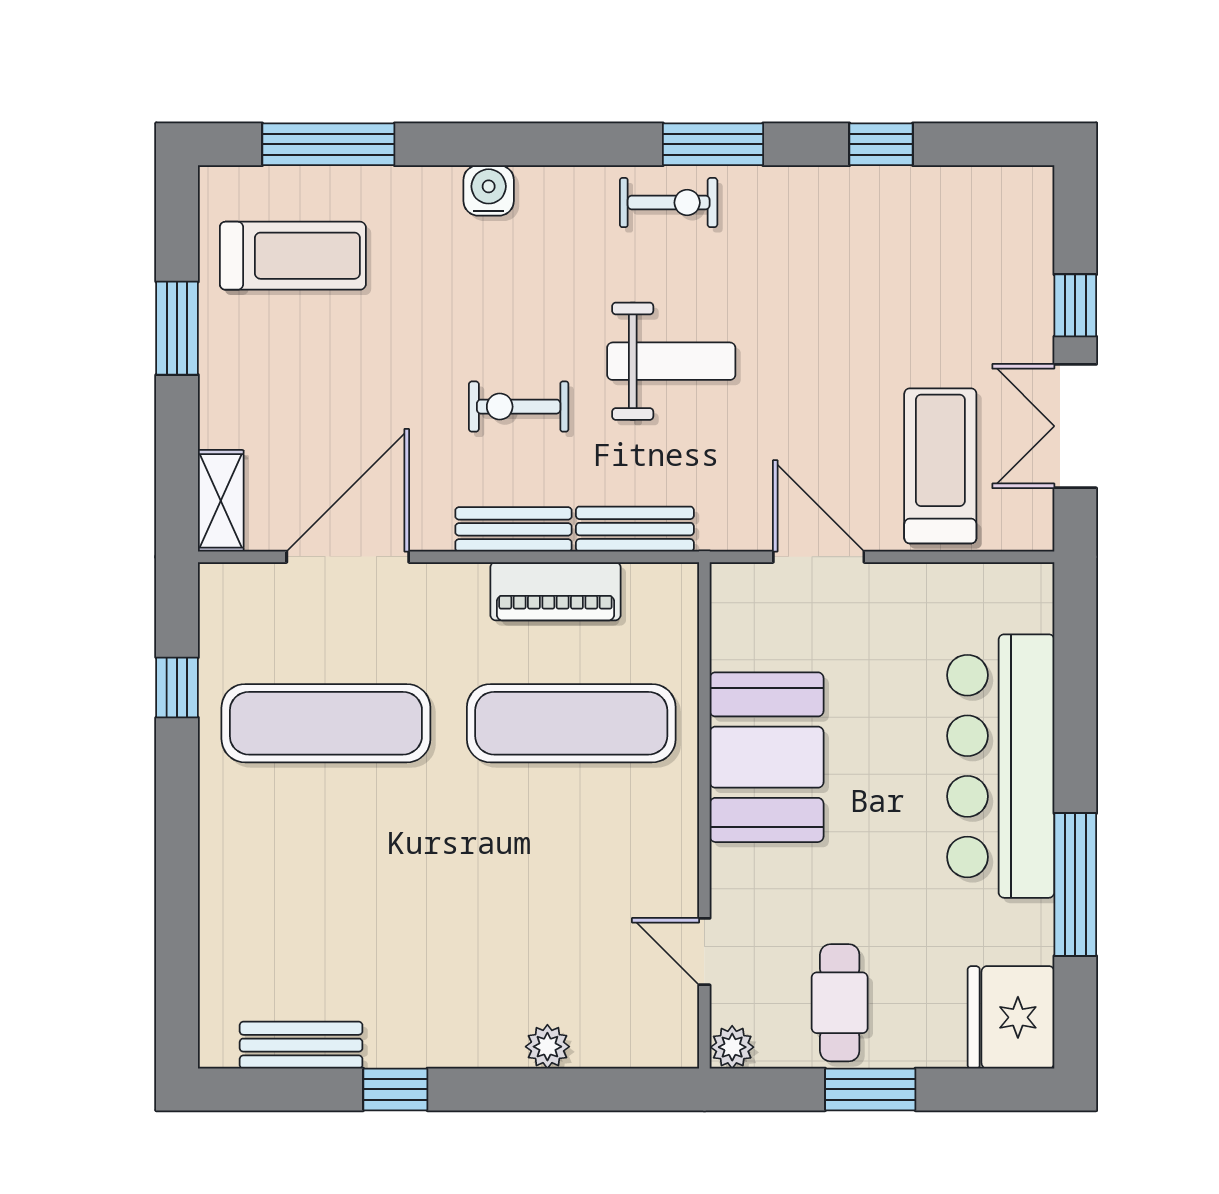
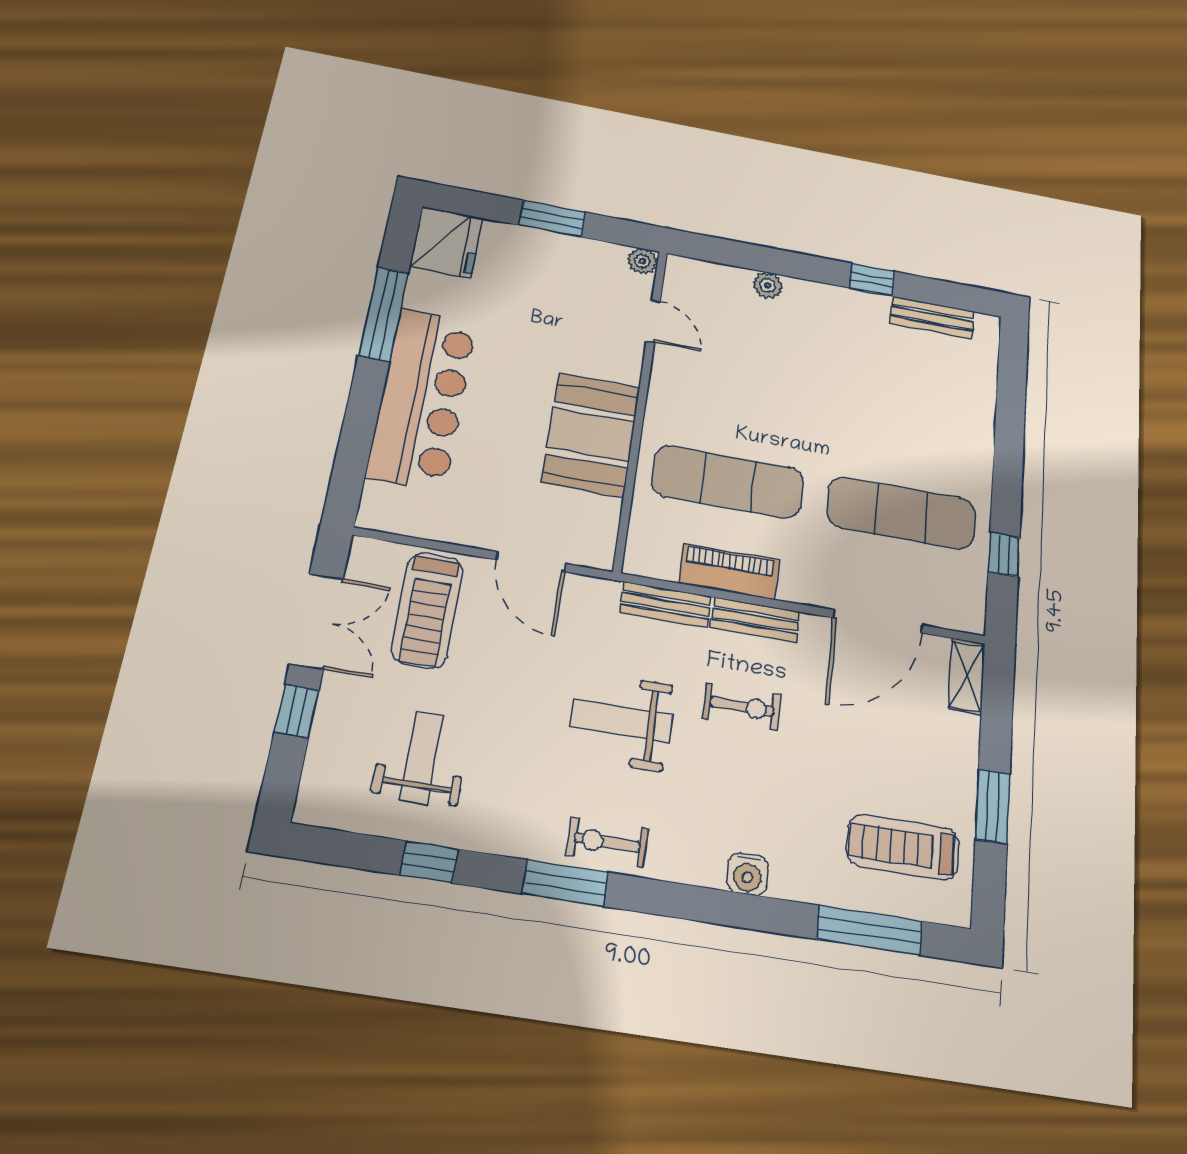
weight bench: (913, 271) -> (422, 758), added
cafe table: (840, 1003) -> (564, 273), removed

